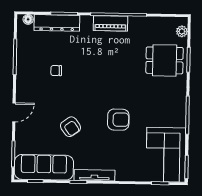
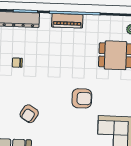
armchair: (118, 120) -> (82, 98), moved
armchair: (71, 127) -> (29, 114), turned 68

